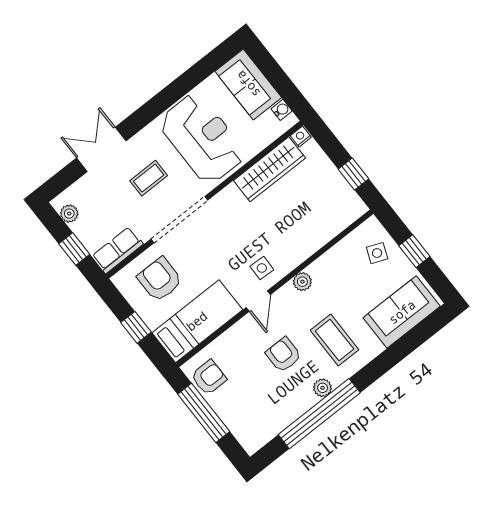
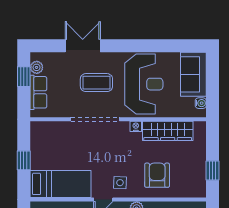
nightstand: (301, 137) -> (136, 126), moved
coffee table: (149, 178) -> (96, 83), width x1.36, depth x1.30
window: (74, 249) -> (24, 77), moved
row of seats: (118, 250) -> (38, 92), moved, turned 90
armchair: (160, 279) -> (157, 175), moved

